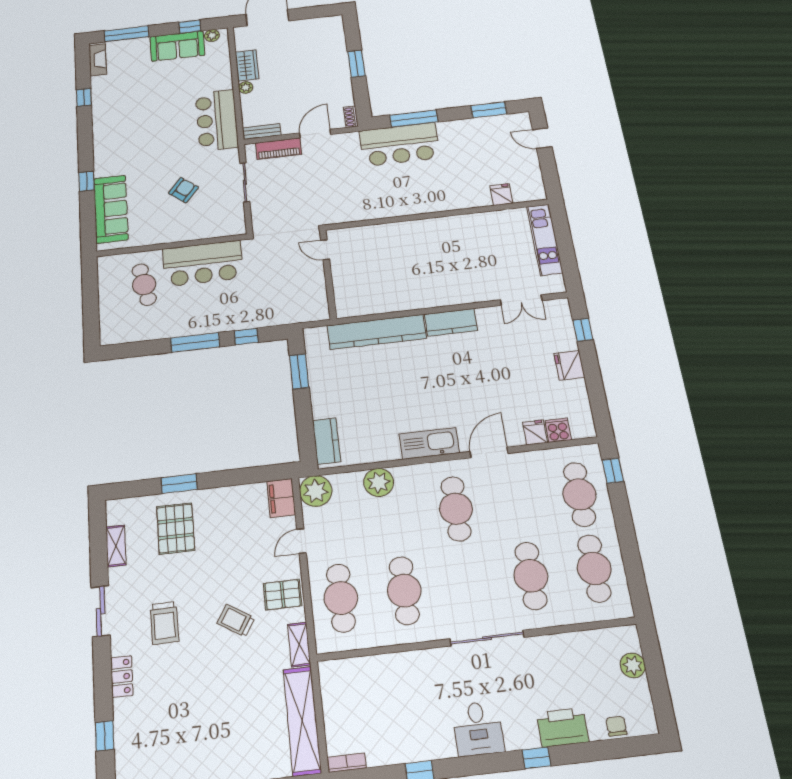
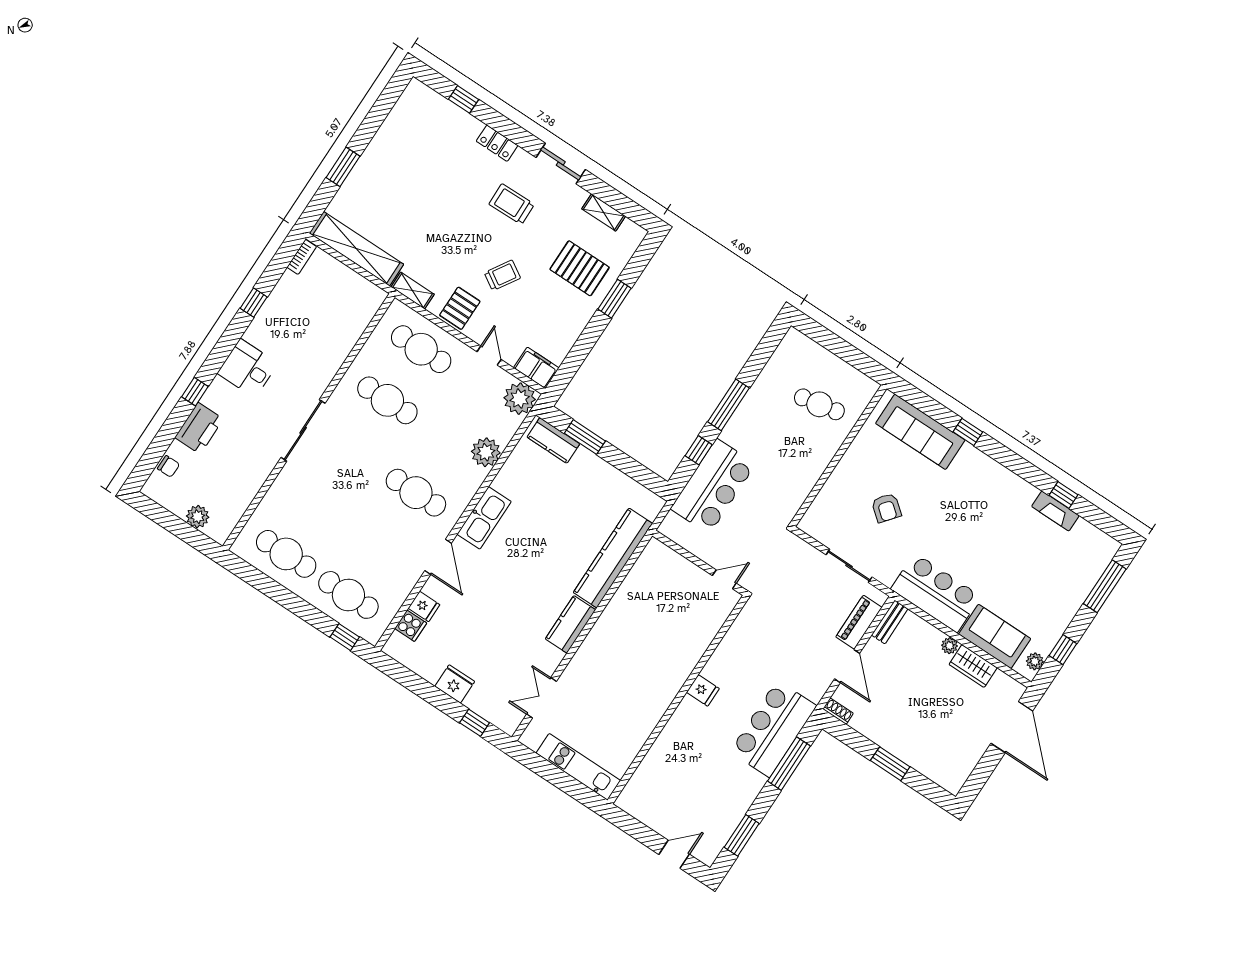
sofa: (177, 46) -> (995, 636), moved, turned 90
fireplace: (98, 60) -> (1055, 511), moved
fridge: (501, 195) -> (703, 690), moved
bar counter: (203, 263) -> (713, 486), moved, turned 180
window: (299, 371) -> (585, 437), moved
cafe table: (531, 576) -> (320, 503), removed
trolley: (236, 621) -> (502, 275), moved

